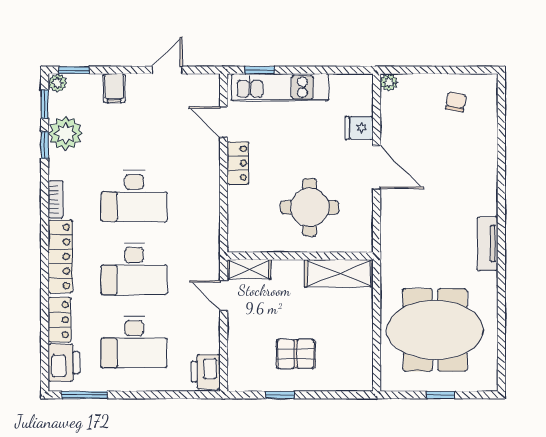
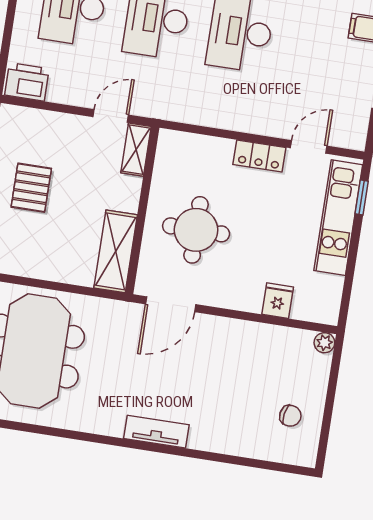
door: (377, 167) -> (171, 304), moved
tv unit: (487, 244) -> (156, 432), moved

